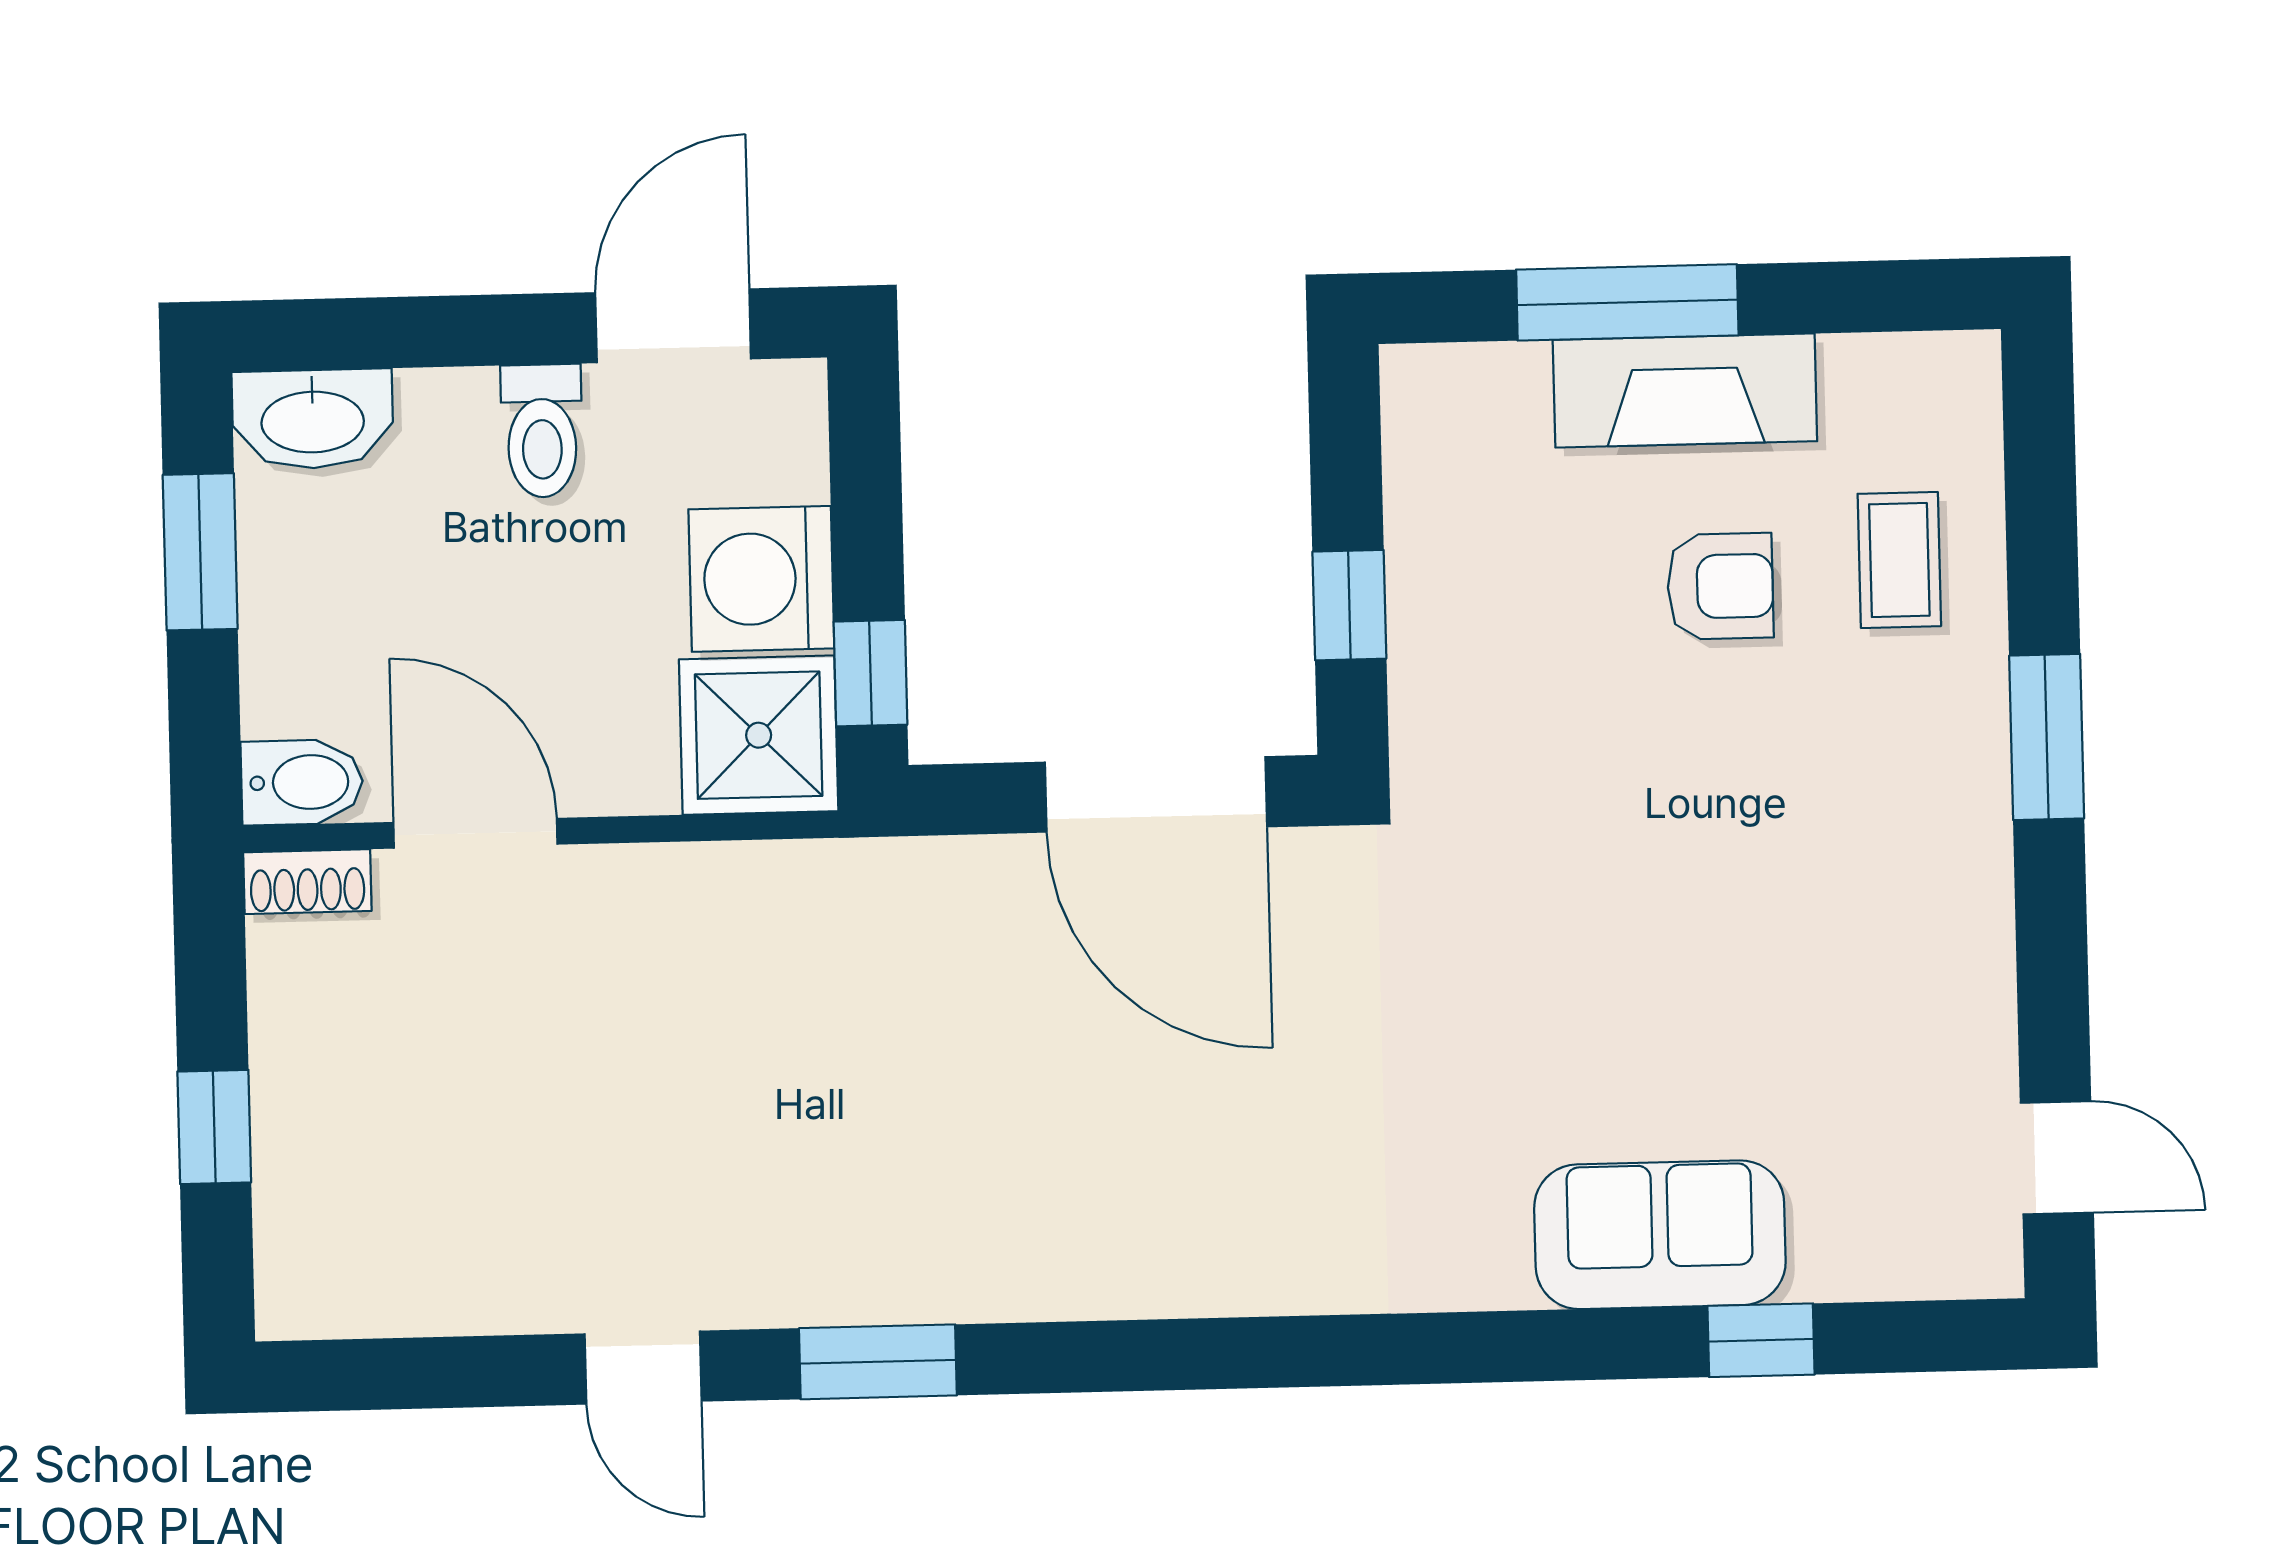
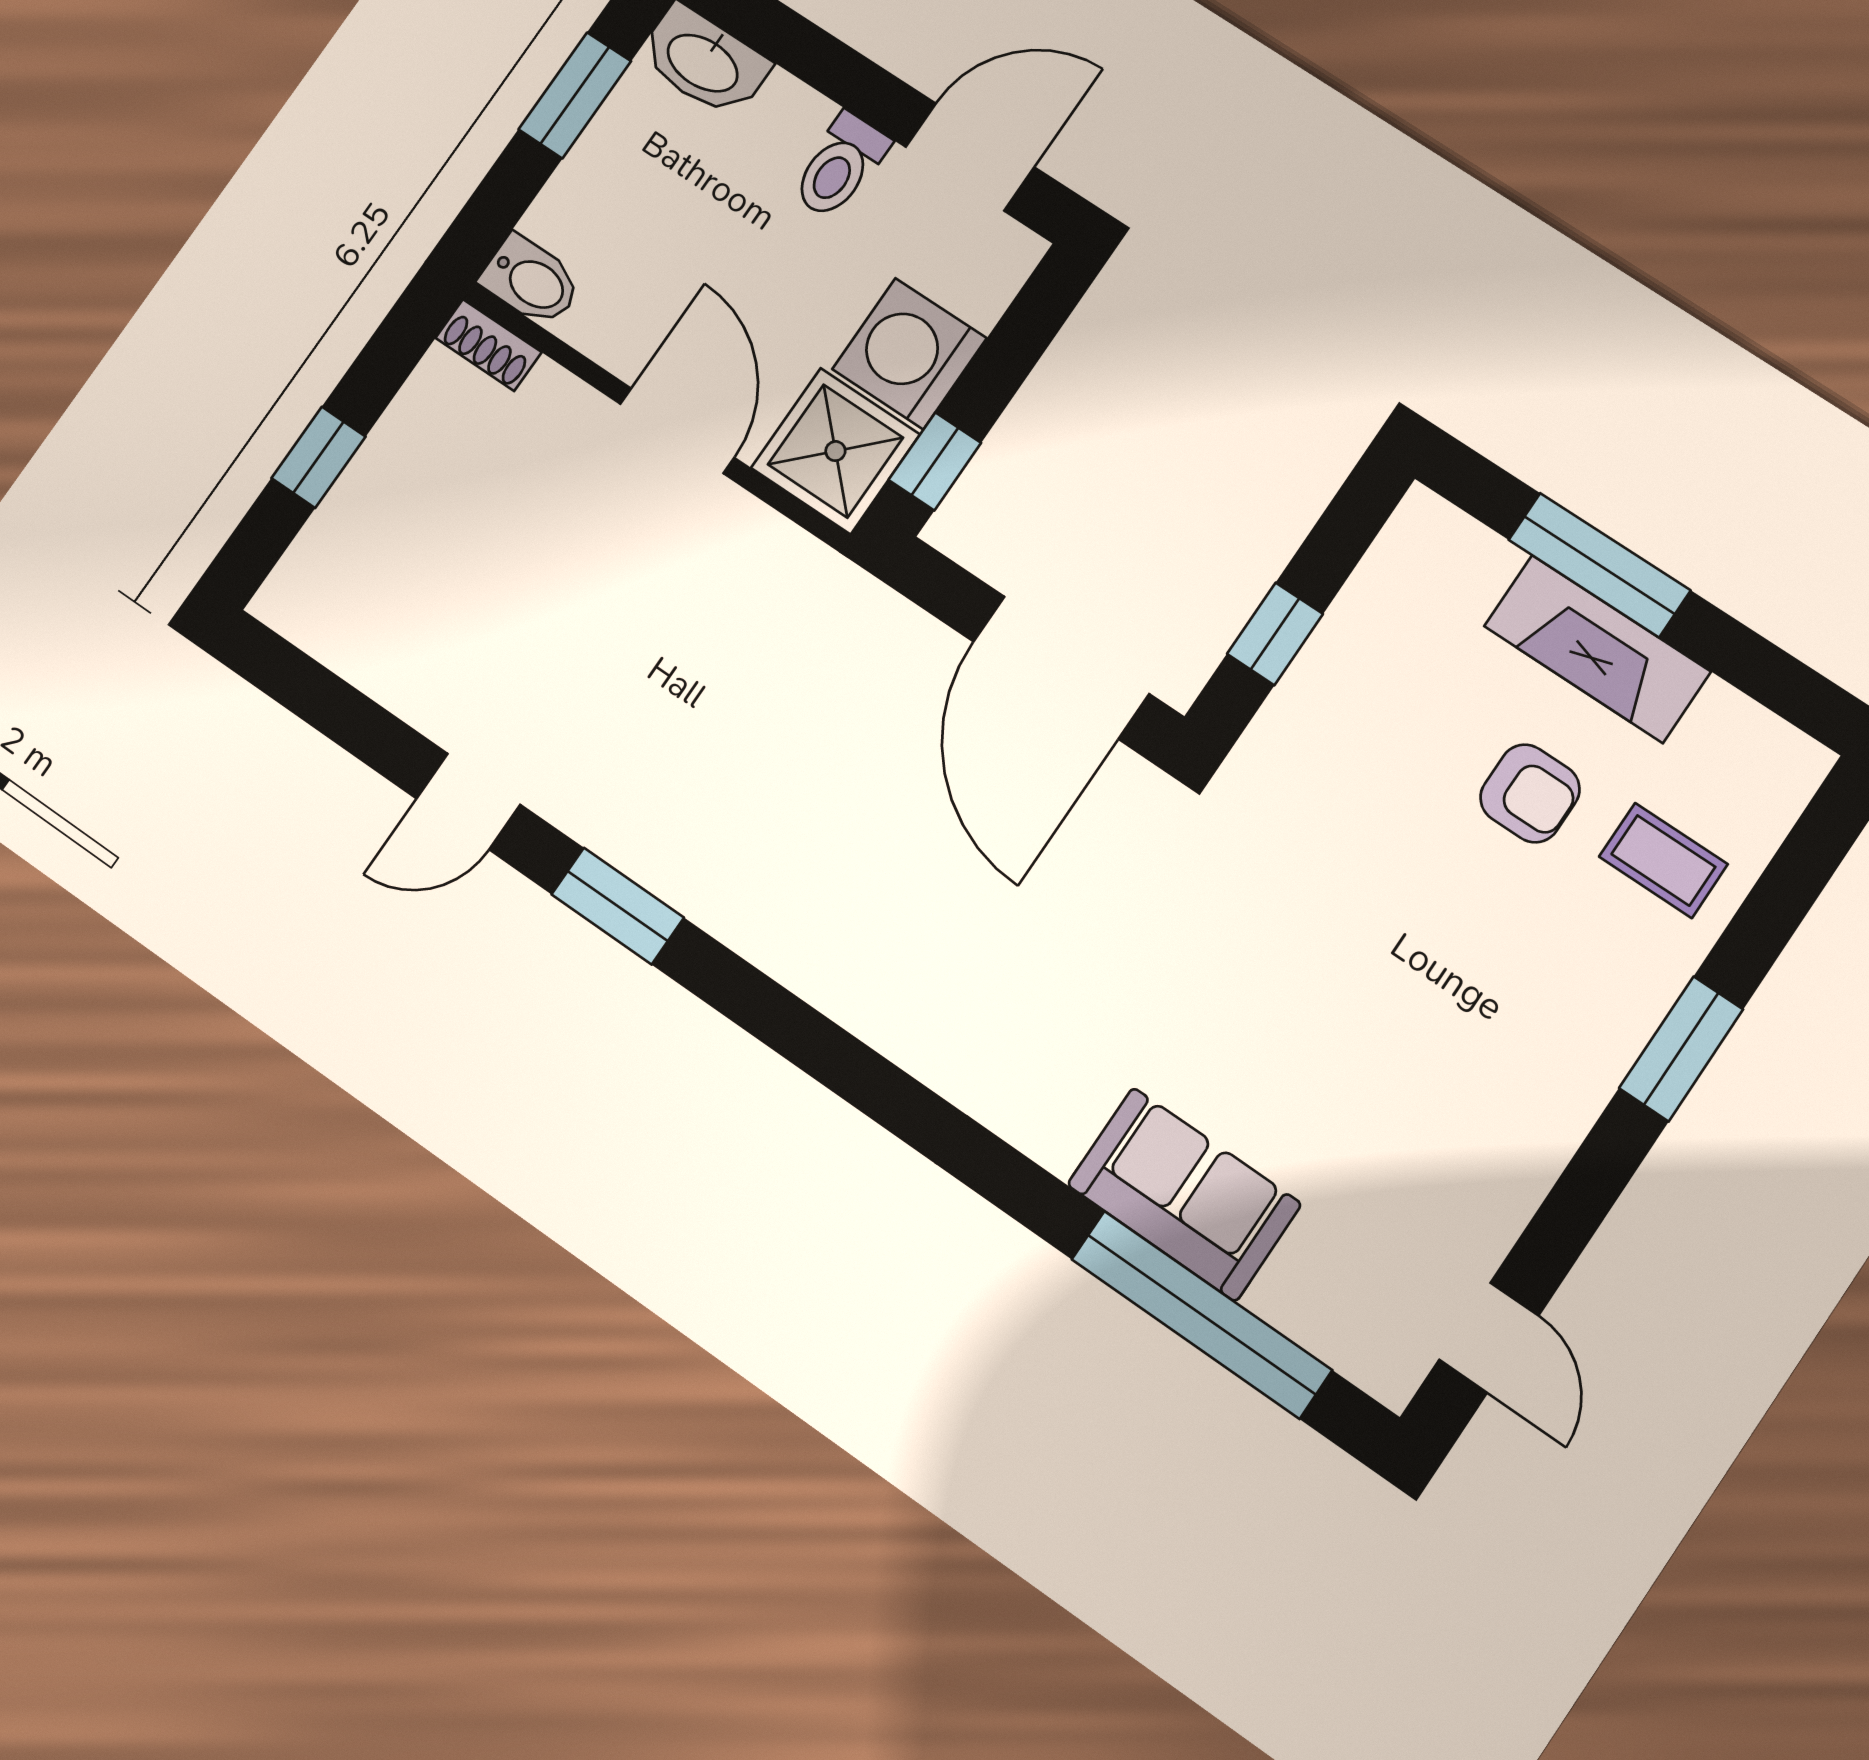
coffee table: (1899, 560) -> (1663, 860), turned 90
door: (475, 833) -> (677, 431), moved
window: (1761, 1340) -> (1201, 1314), width x3.17
door: (643, 1368) -> (468, 802), hinge flipped

